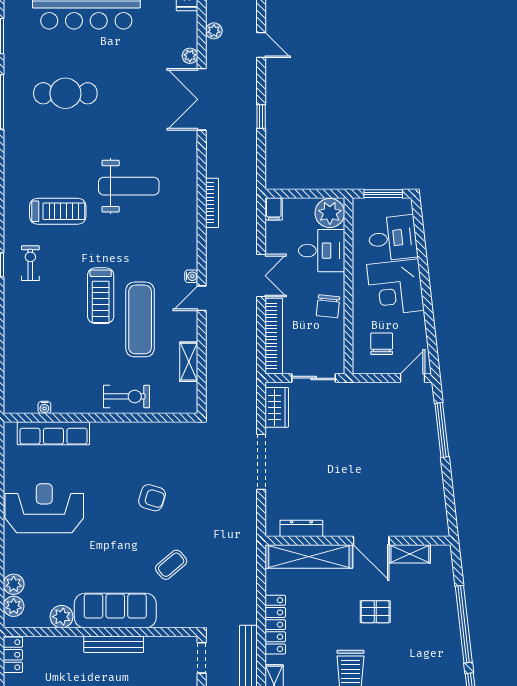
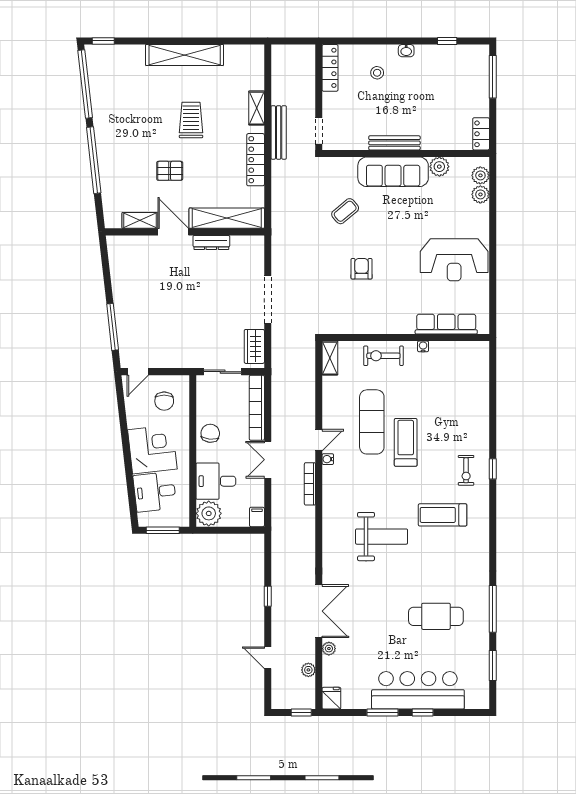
weight bench: (129, 186) -> (382, 537), turned 180
bookcase: (212, 203) -> (310, 484), moved
shelving: (189, 362) -> (330, 358), moved
water cooler: (44, 407) -> (423, 346), moved
armchair: (152, 498) -> (362, 269), turned 73
dresser: (301, 528) -> (211, 242), moved

